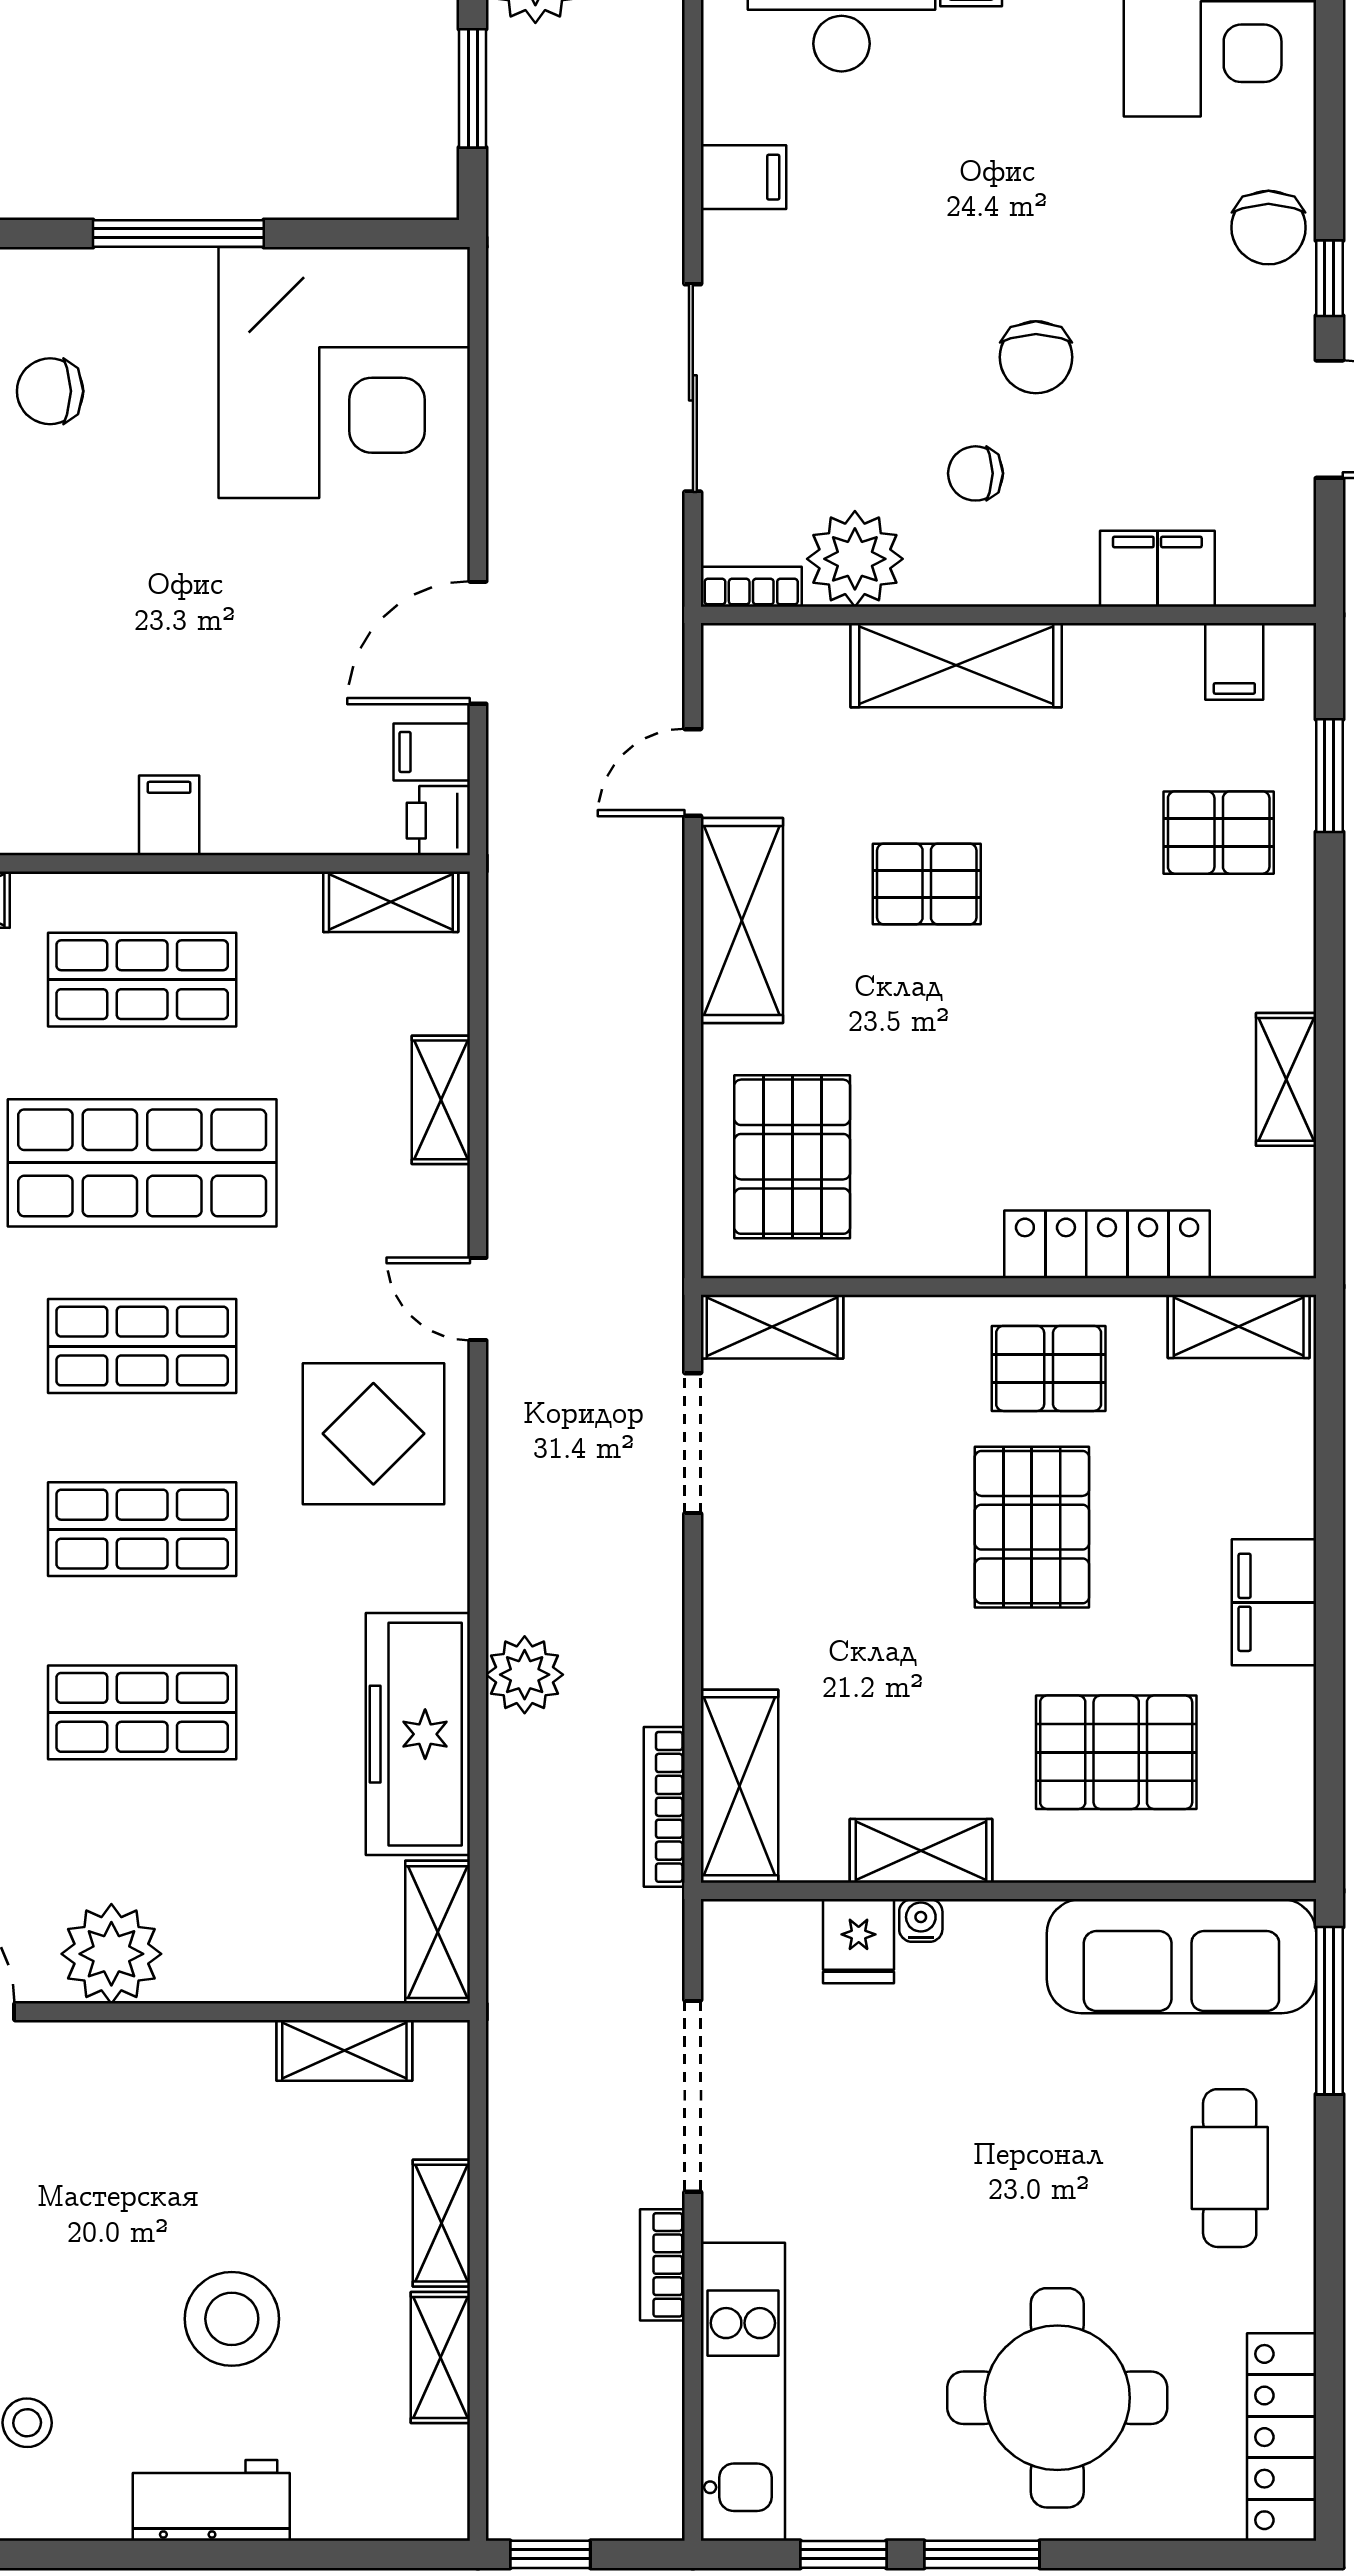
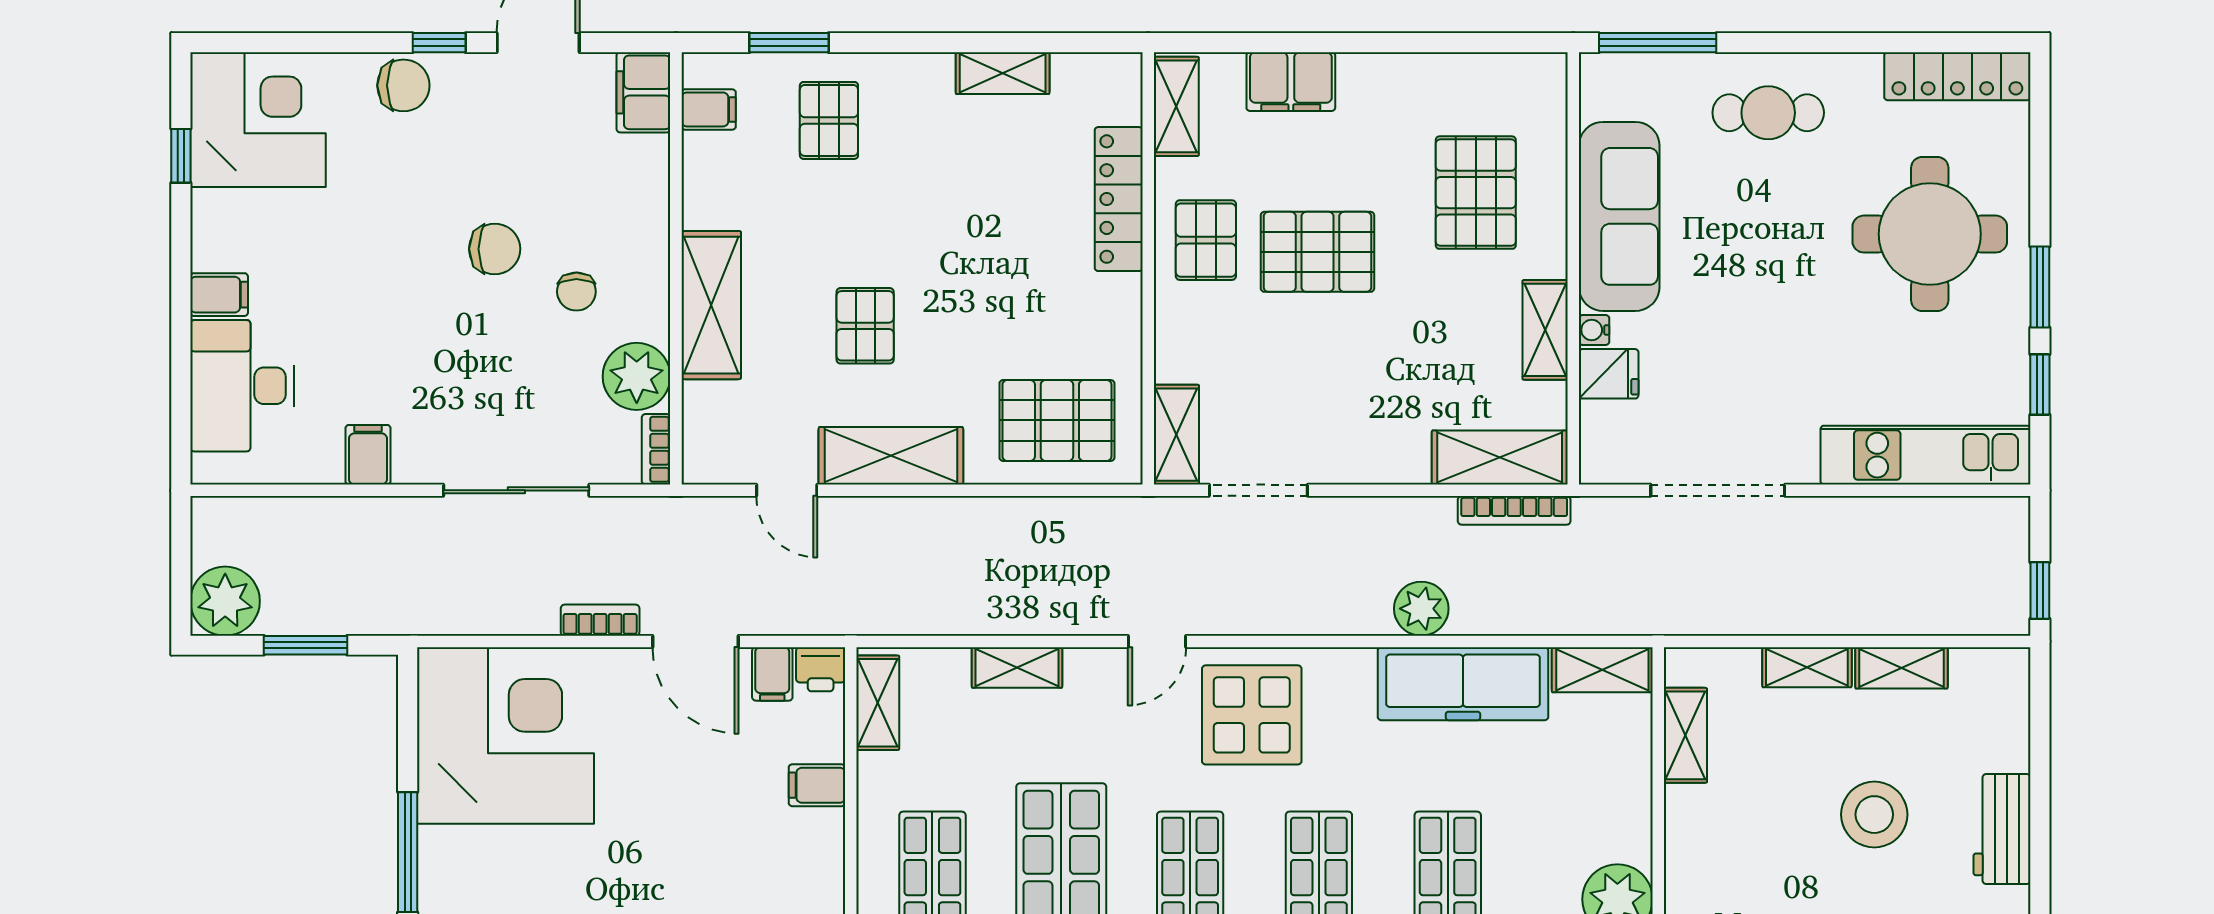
filing cabinet: (1157, 569) -> (643, 92), moved
filing cabinet: (169, 815) -> (817, 785), moved
filing cabinet: (1274, 1602) -> (1291, 82), moved
sofa: (1181, 1956) -> (1619, 216), moved
bookcase: (662, 2265) -> (600, 620), moved, turned 180

